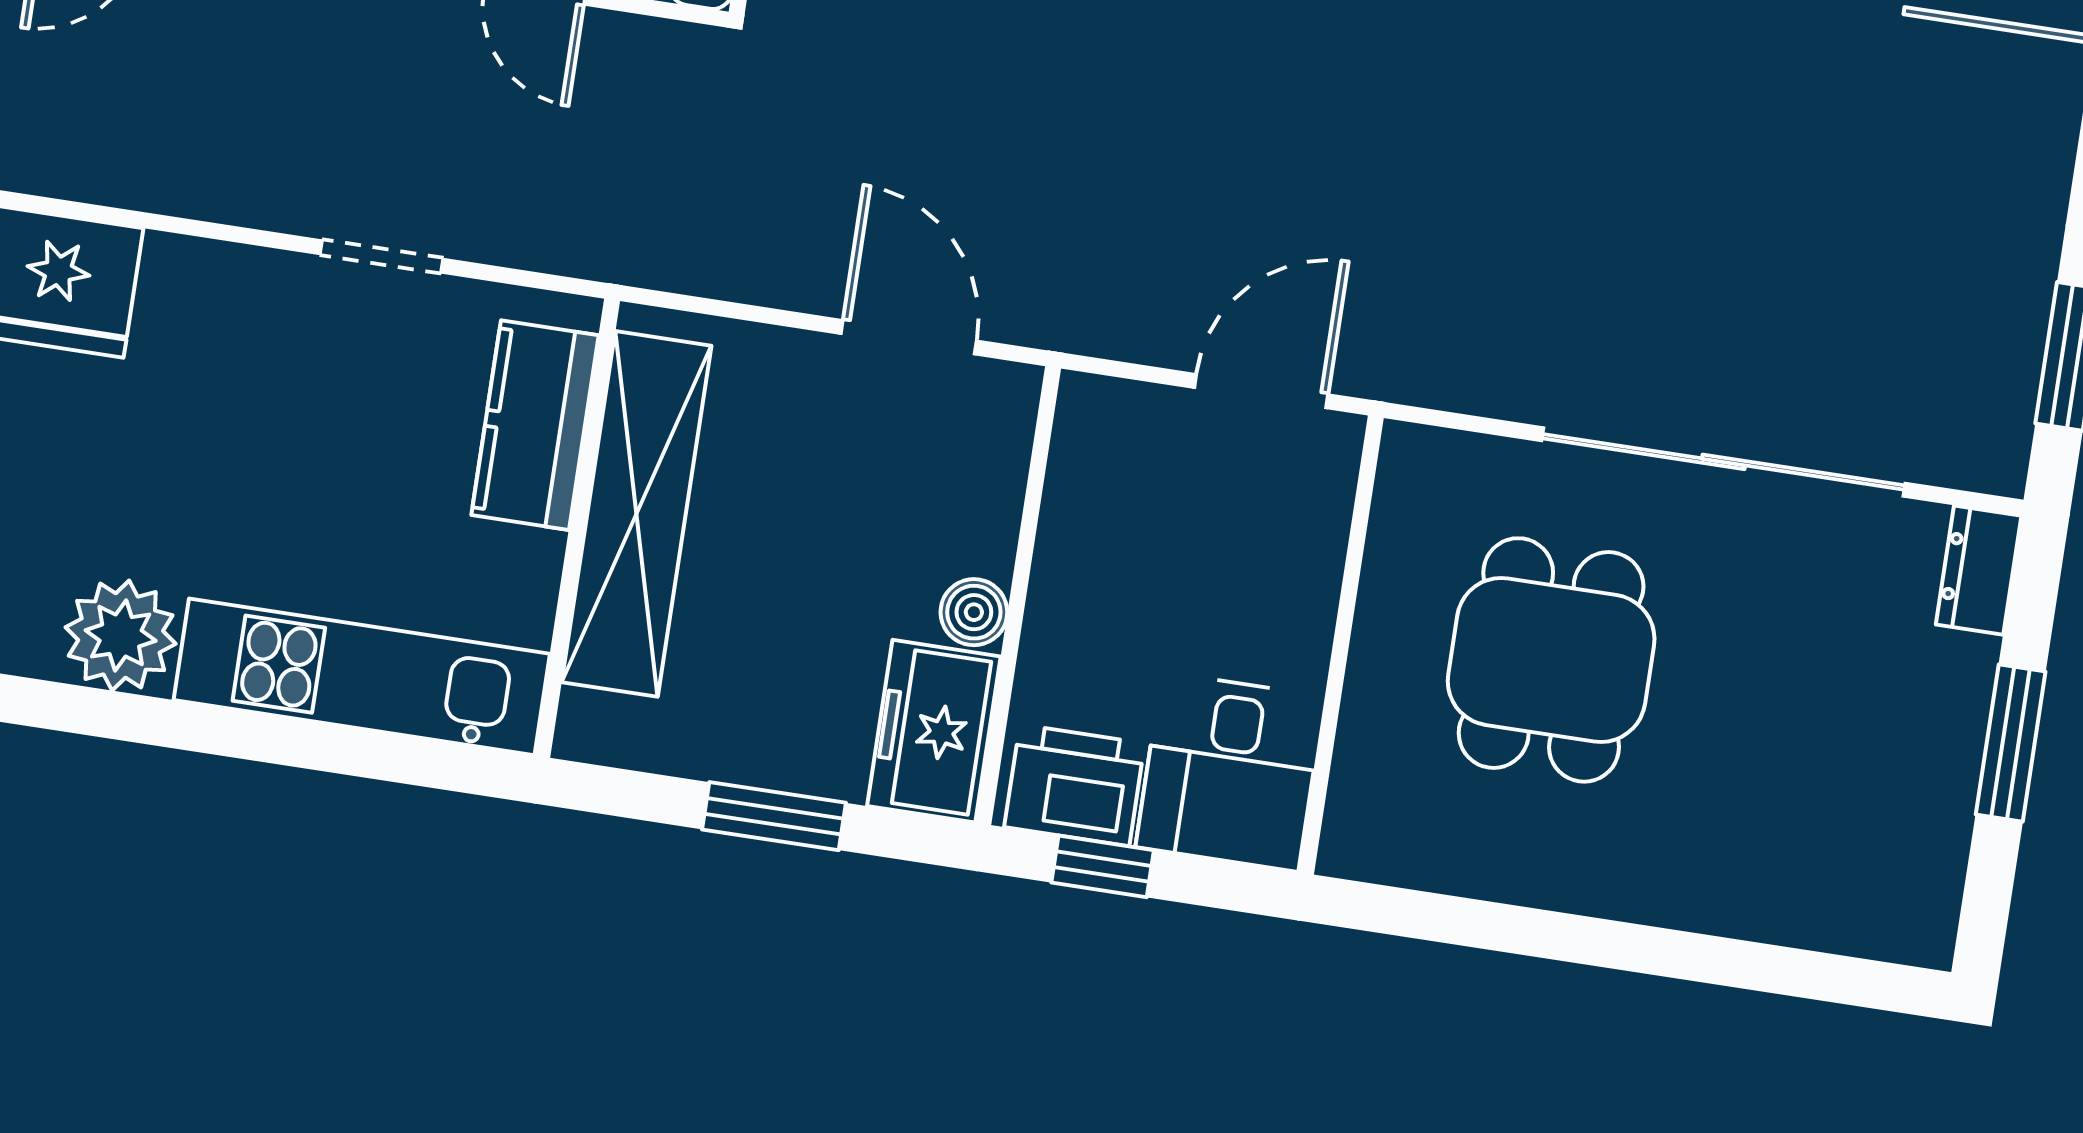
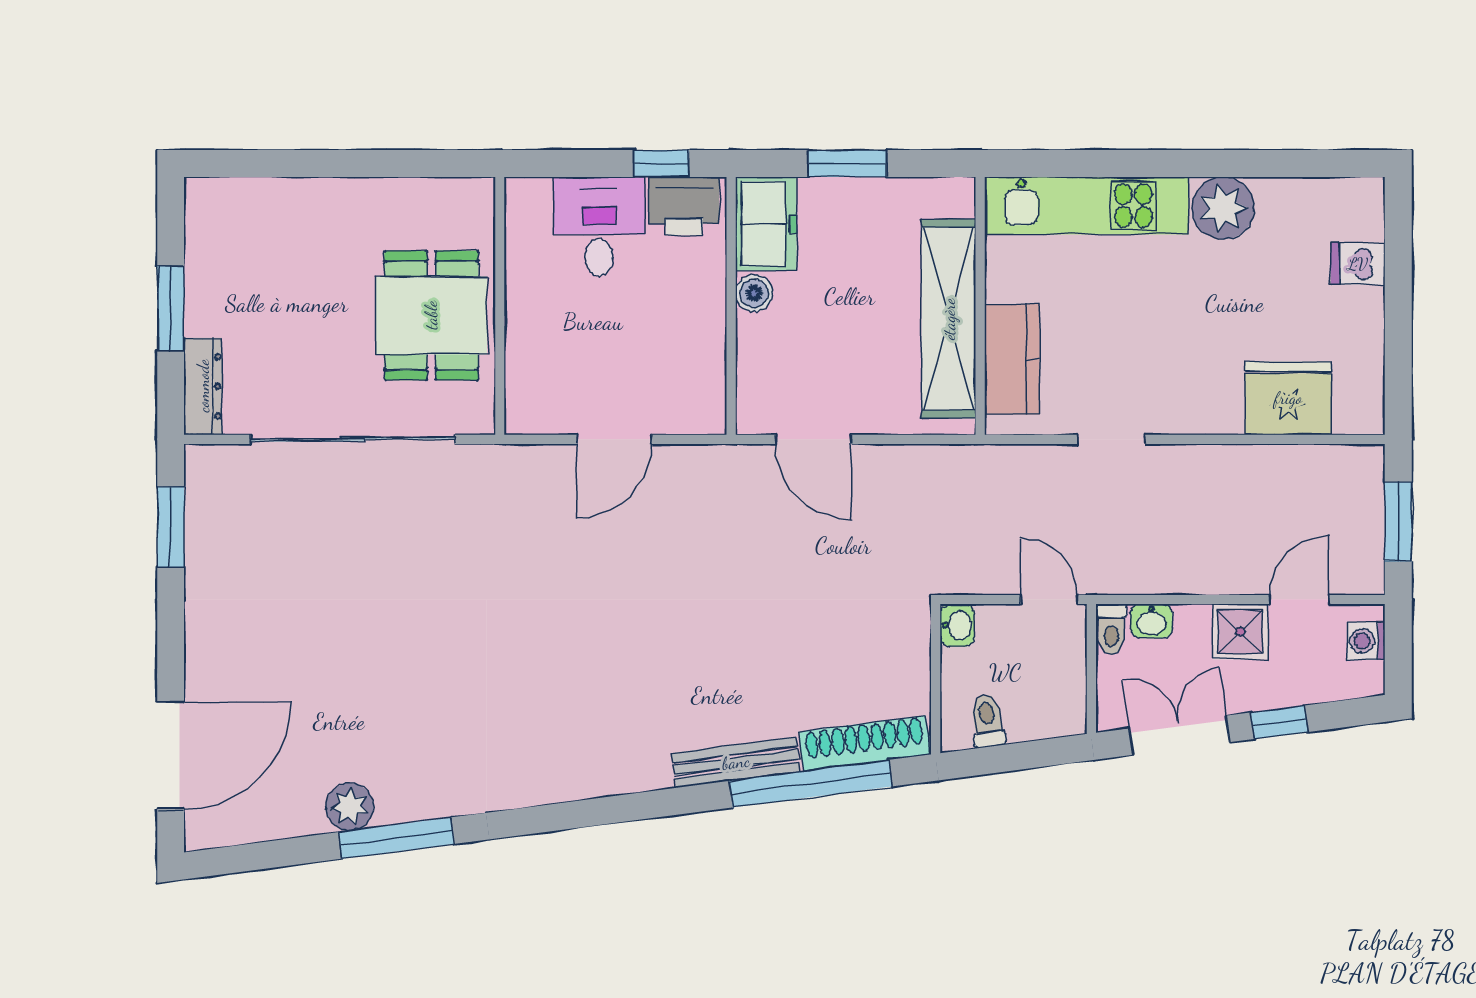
dresser: (1979, 570) -> (203, 386), width x1.44
wall: (1341, 645) -> (500, 306), moved

